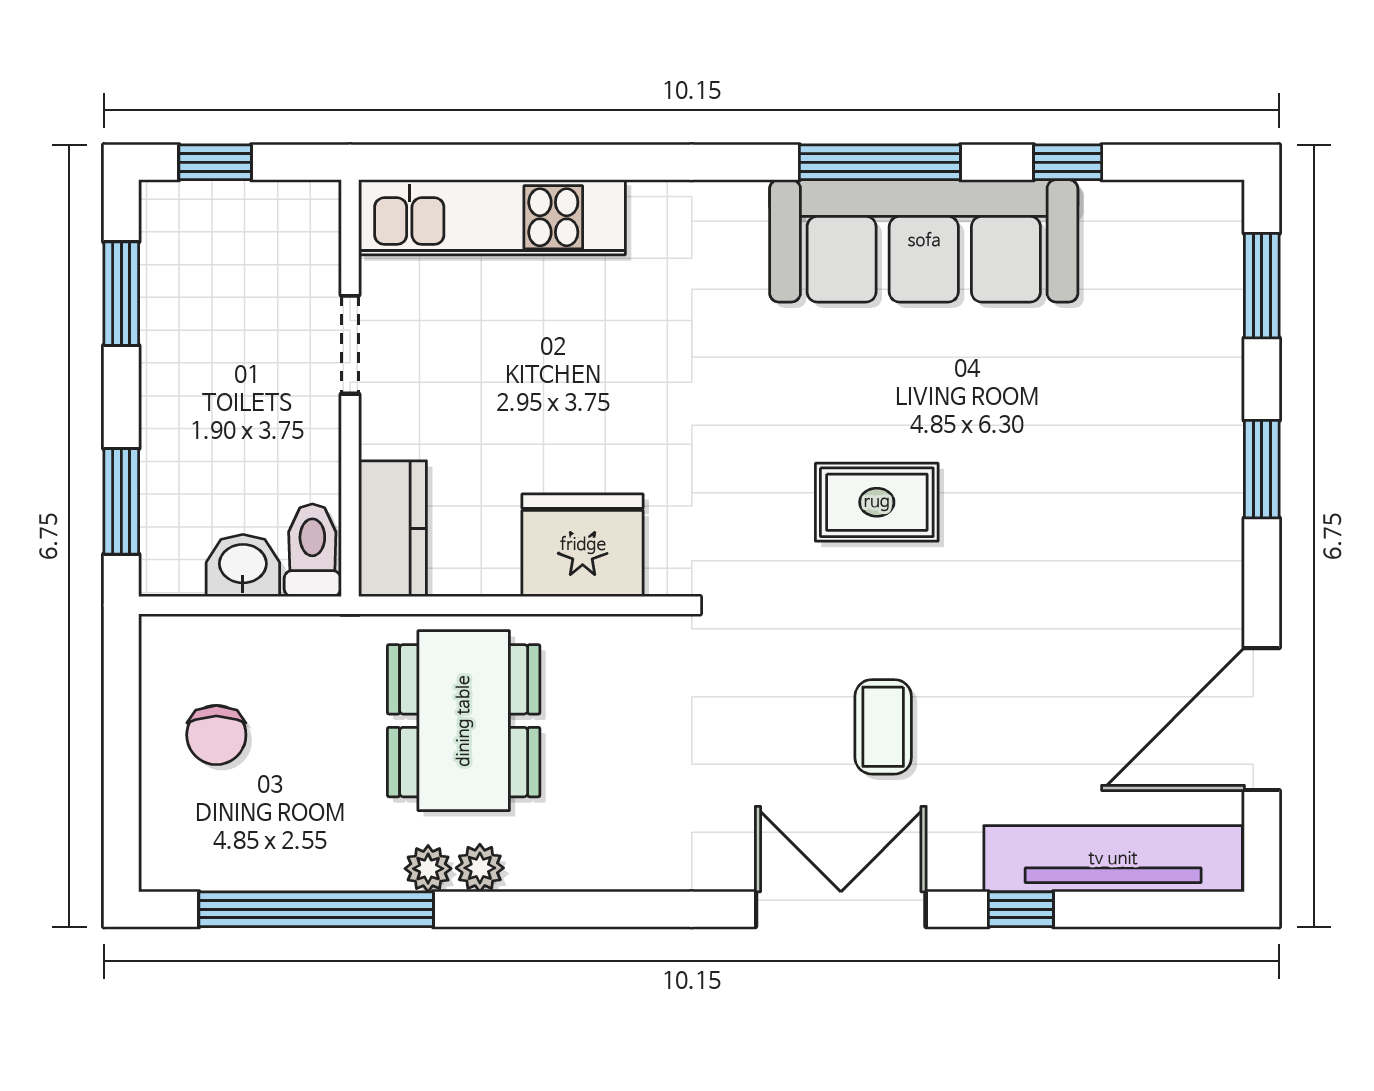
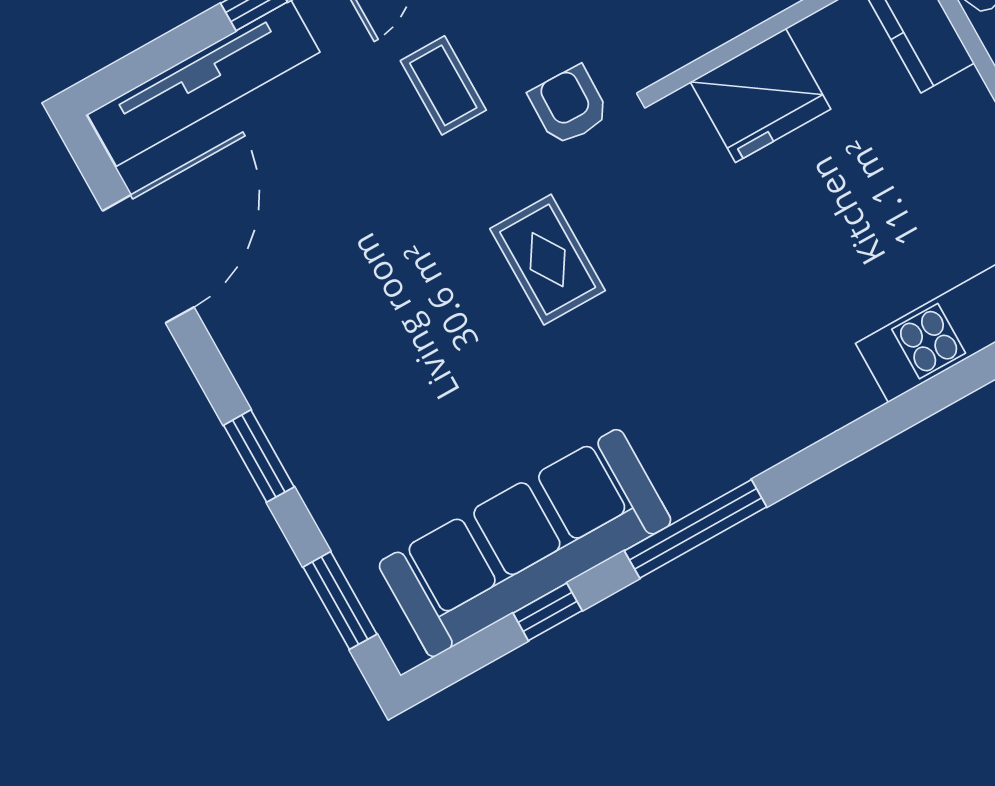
sofa: (924, 241) -> (525, 543), moved
rug: (877, 502) -> (548, 260), turned 90
armchair: (773, 639) -> (569, 105), added

